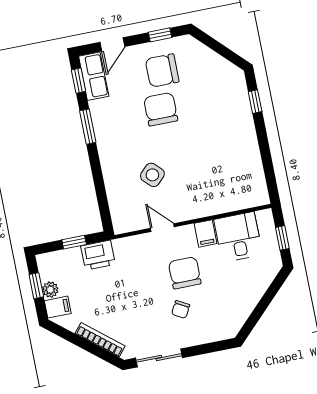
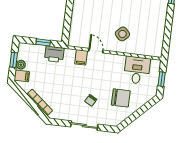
side table: (152, 175) -> (122, 34), moved
filing cabinet: (206, 233) -> (81, 57), moved
chair: (185, 273) -> (121, 98), moved, turned 90
sliding door: (159, 358) -> (84, 126), moved

